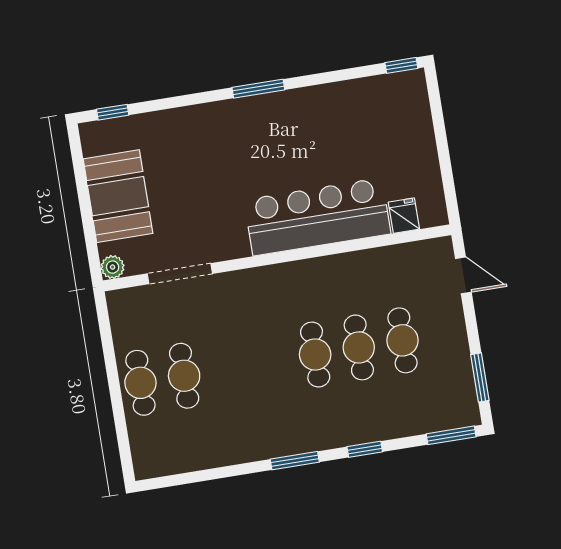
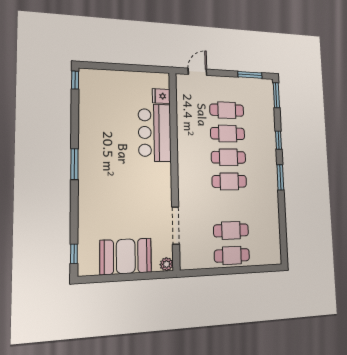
bar counter: (317, 217) -> (155, 133), width x0.73
cafe table: (271, 362) -> (229, 181), added

